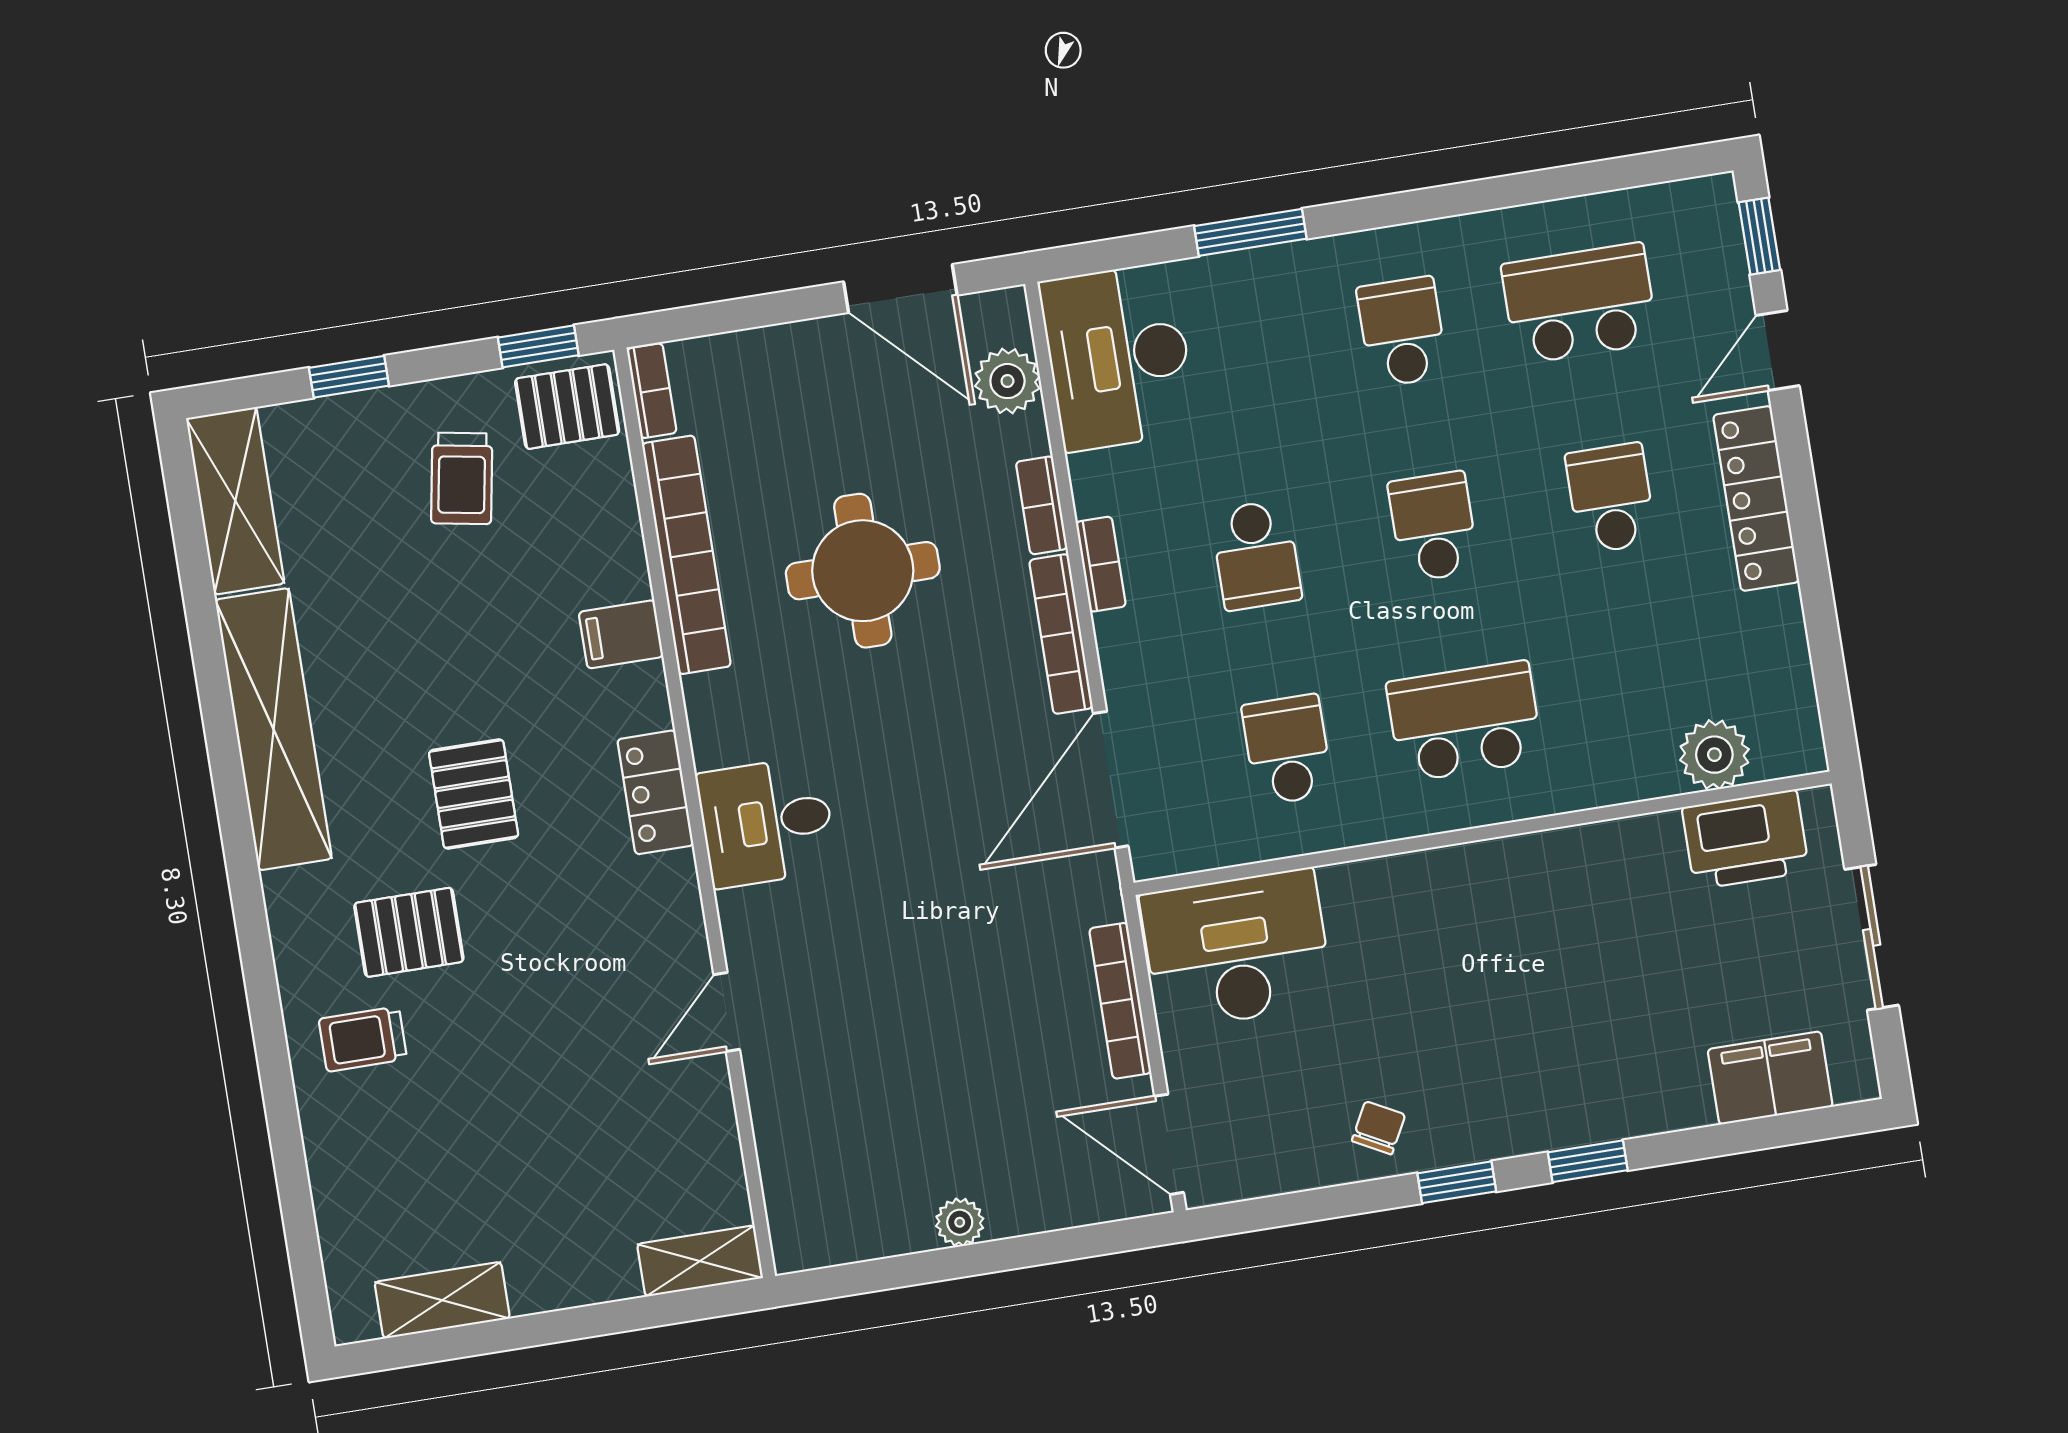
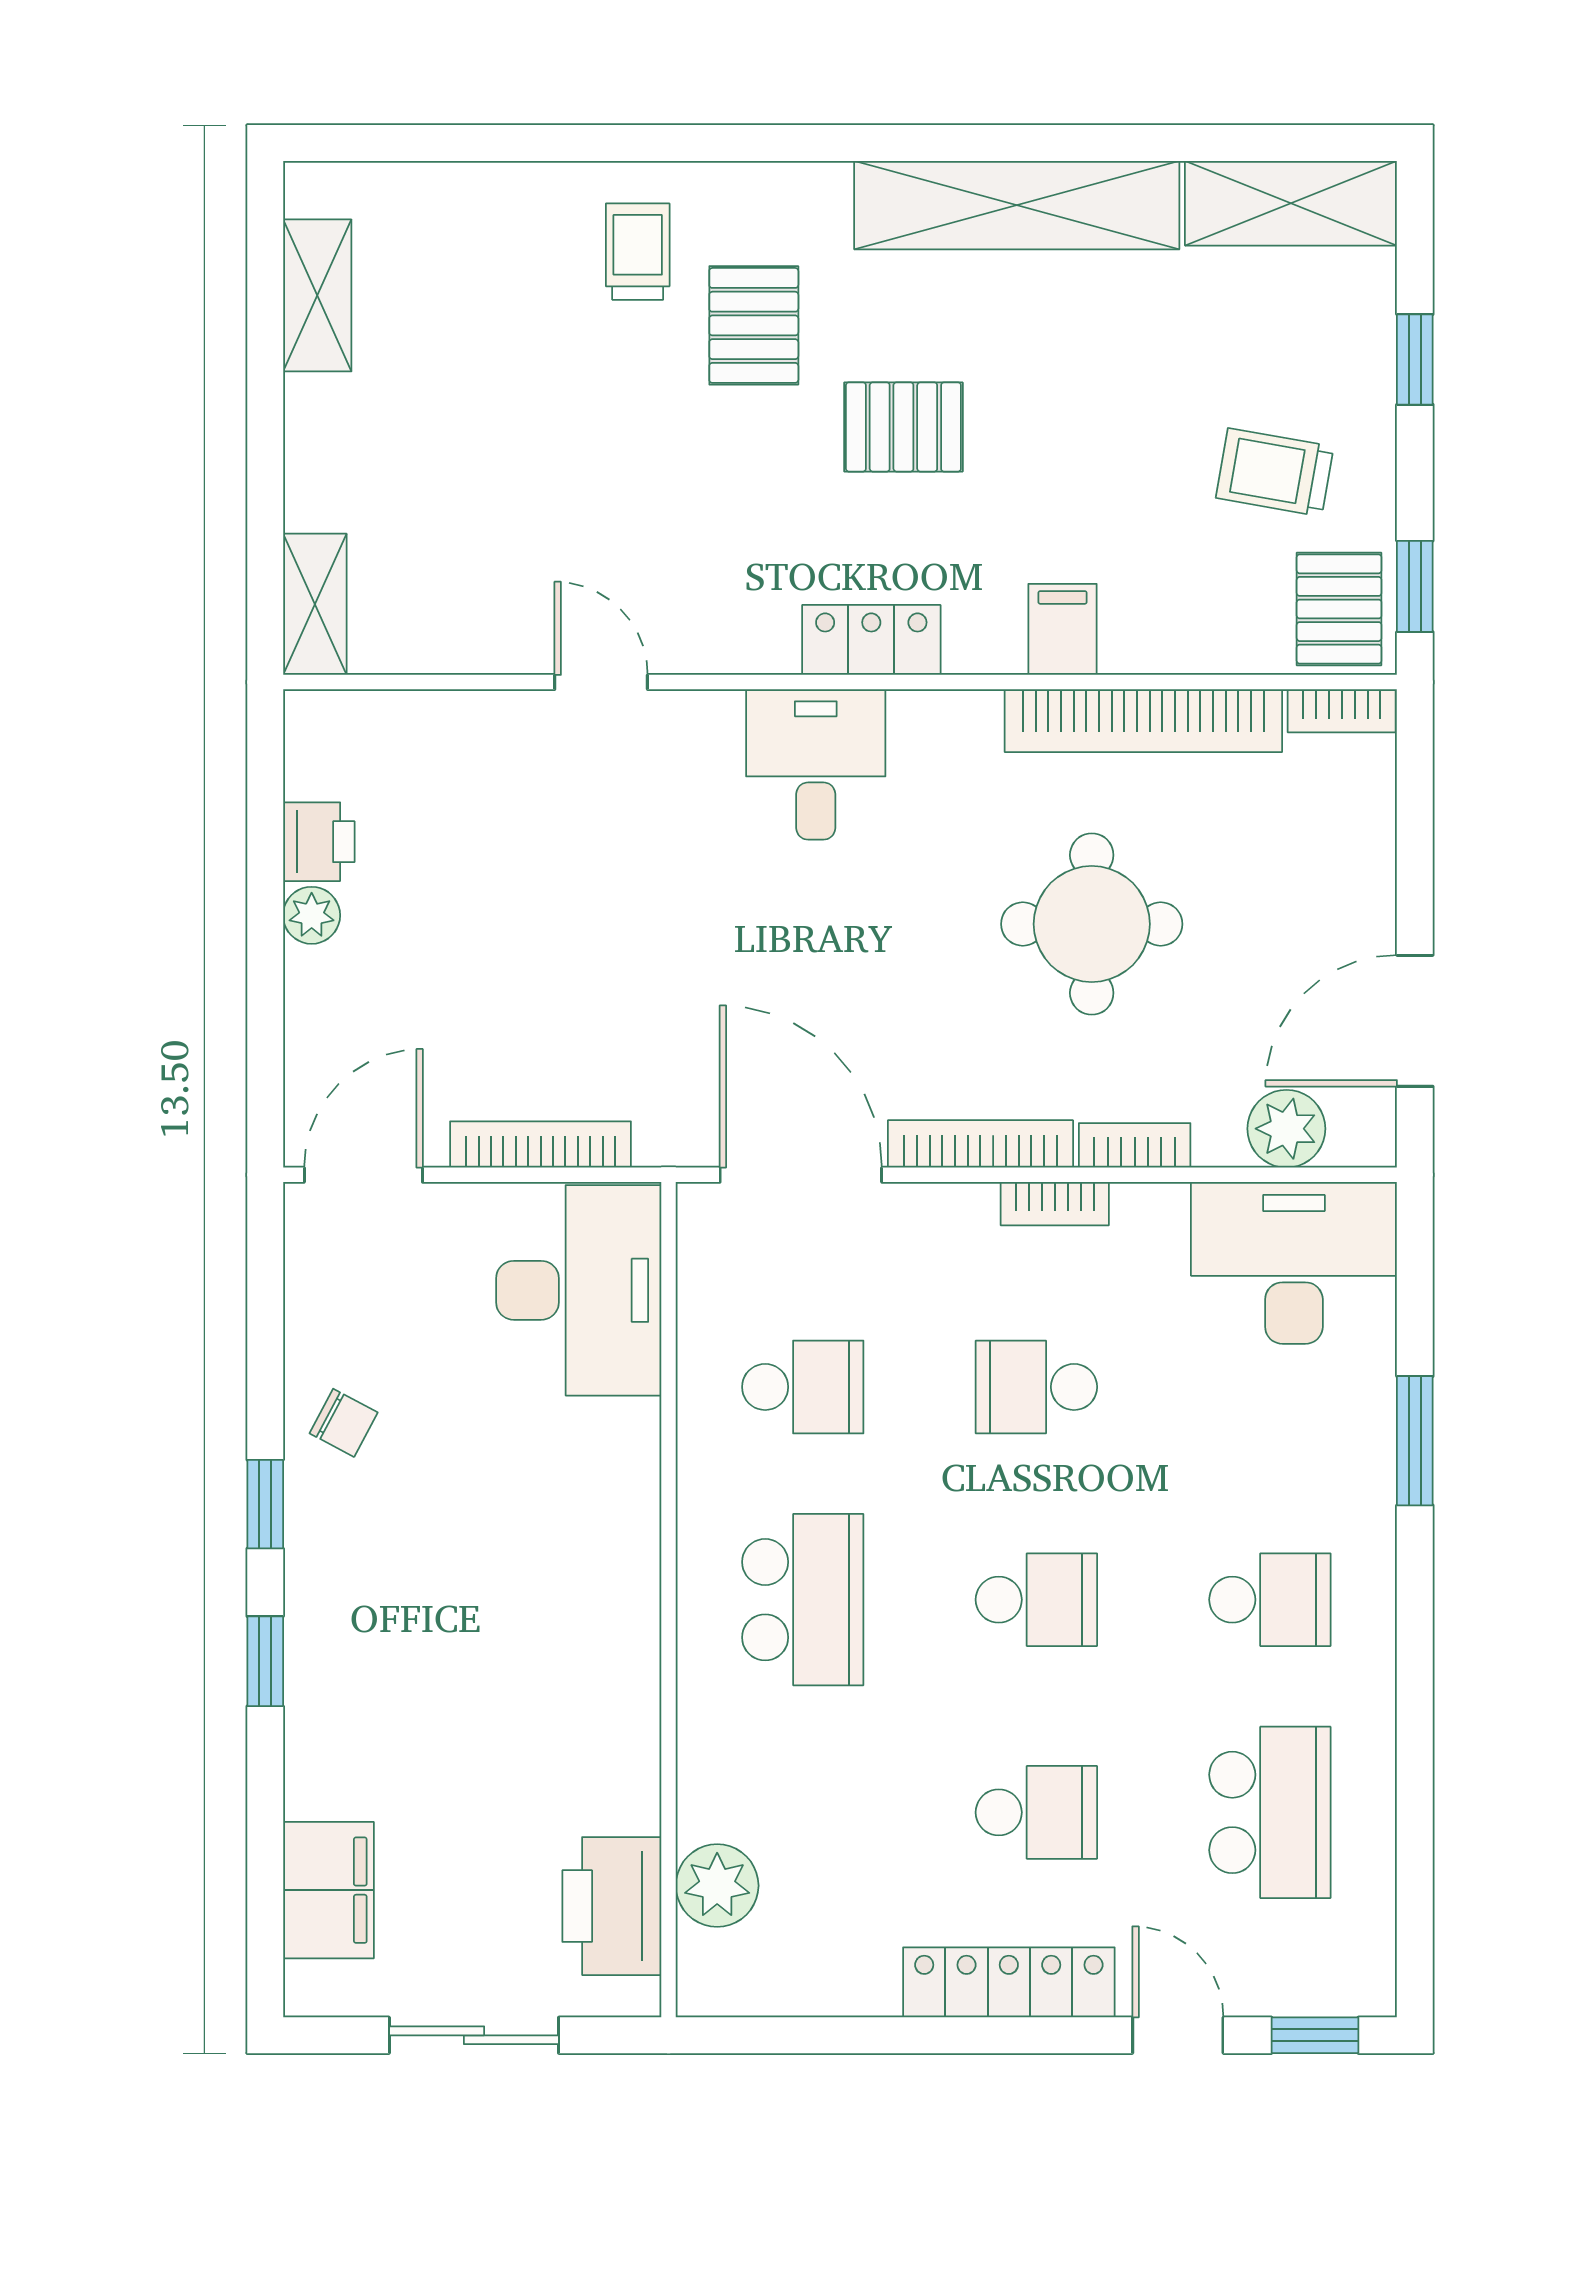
printer: (897, 1226) -> (319, 842), added

